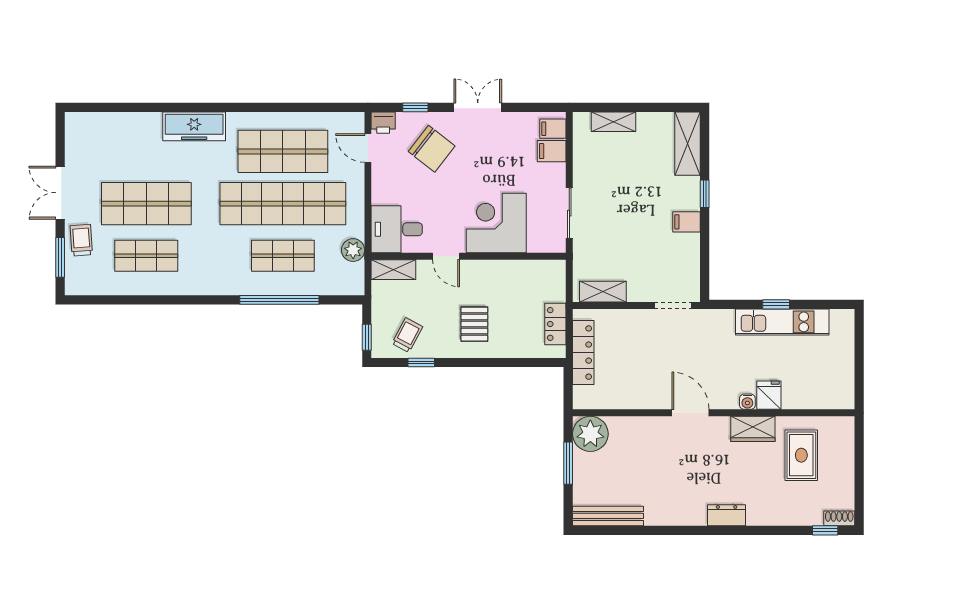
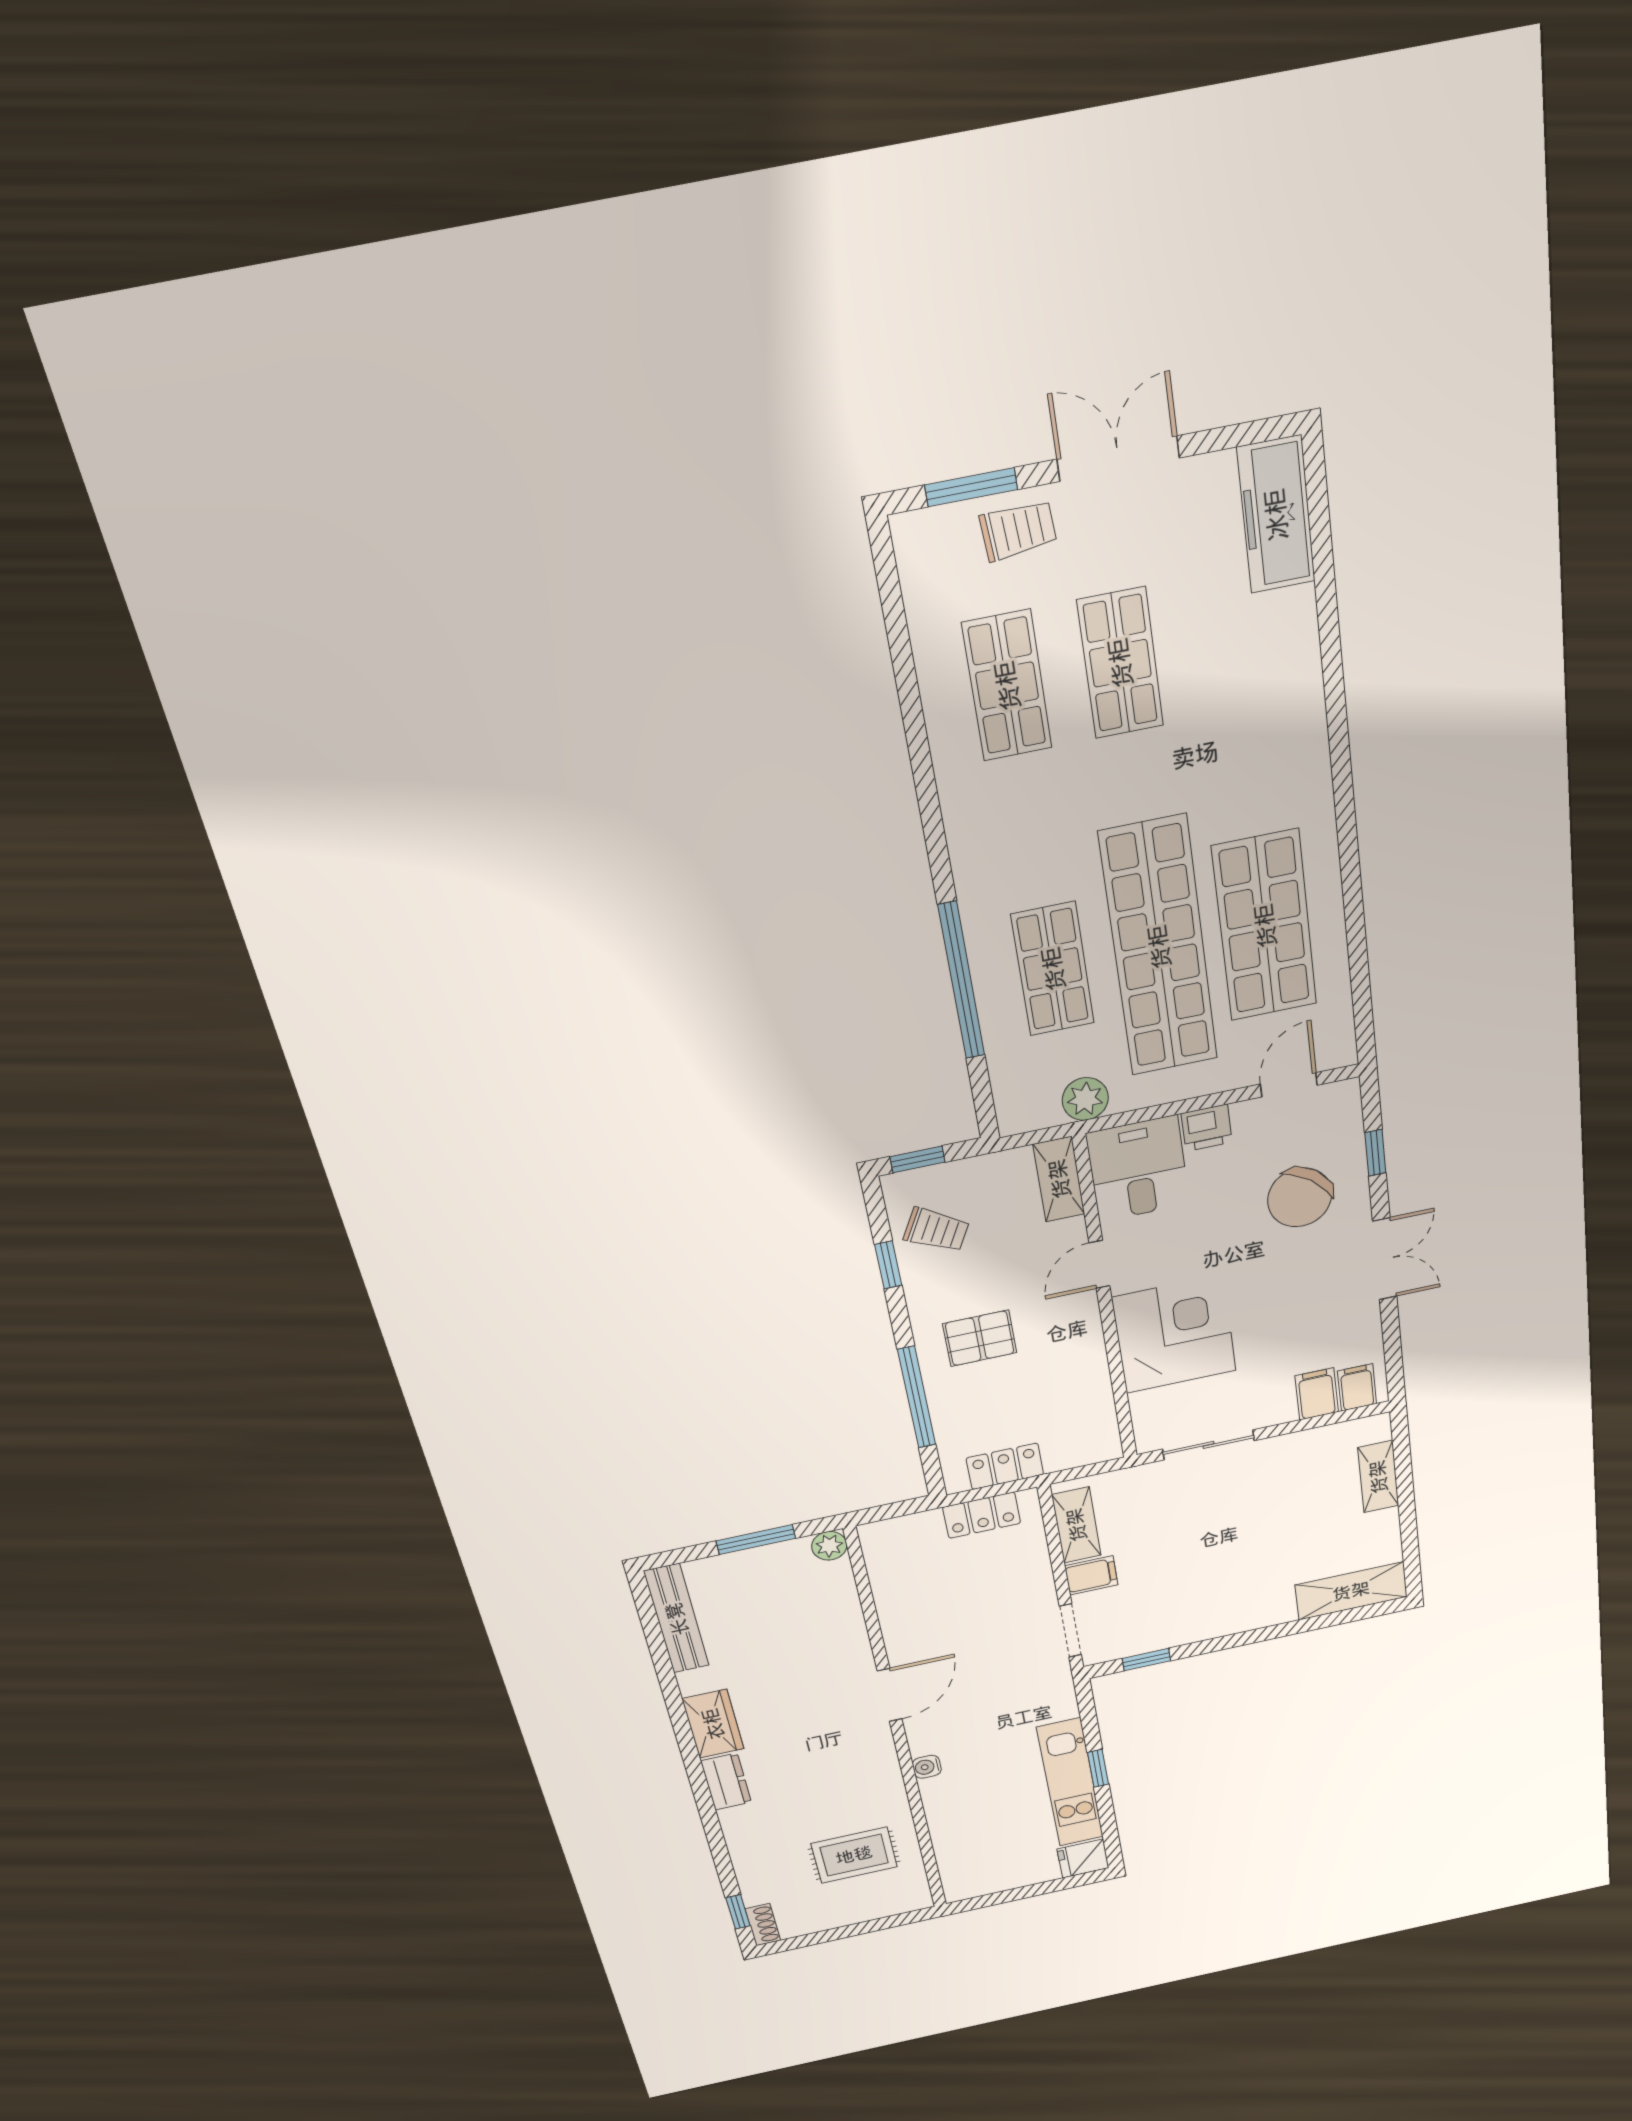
printer: (383, 123) -> (1207, 1128), moved, turned -90
freezer: (194, 126) -> (1276, 515), moved
window: (705, 194) -> (1146, 1660), moved
shop shelf: (146, 204) -> (1120, 663), width x0.70, depth x0.74
filing cabinet: (687, 222) -> (1091, 1575), moved, turned 90
locker: (583, 353) -> (982, 1515), width x0.66
window: (502, 362) -> (917, 1397), added
fridge: (769, 395) -> (1083, 1859), moved, turned 180
wardrobe: (753, 429) -> (713, 1724), moved, turned 180
plant: (590, 434) -> (829, 1546), width x0.53, depth x0.53

